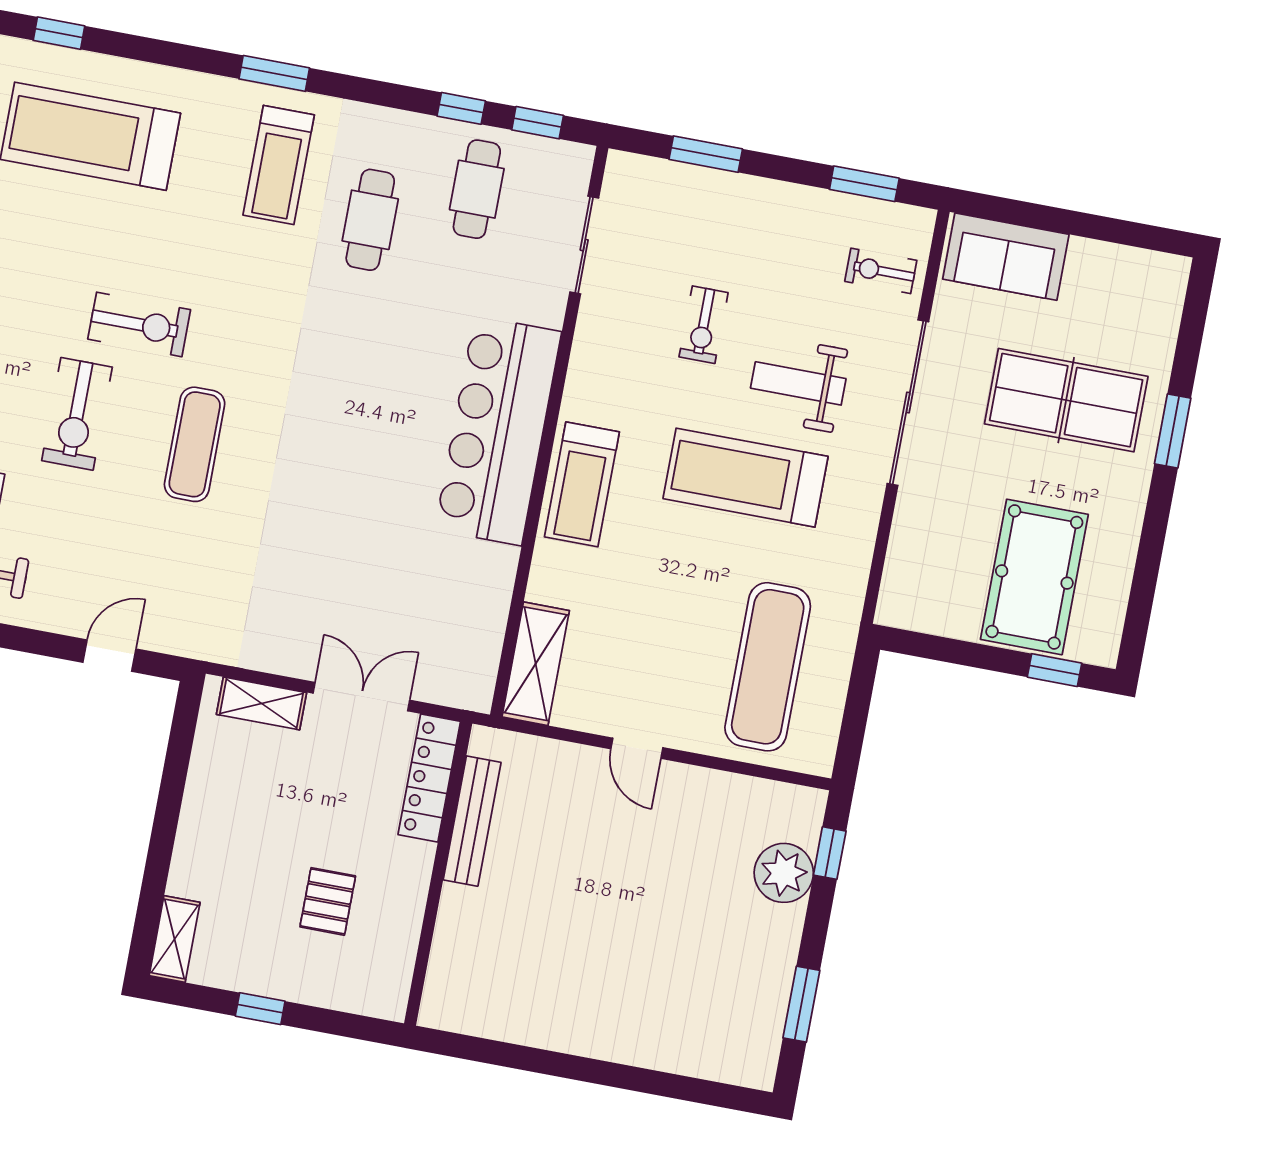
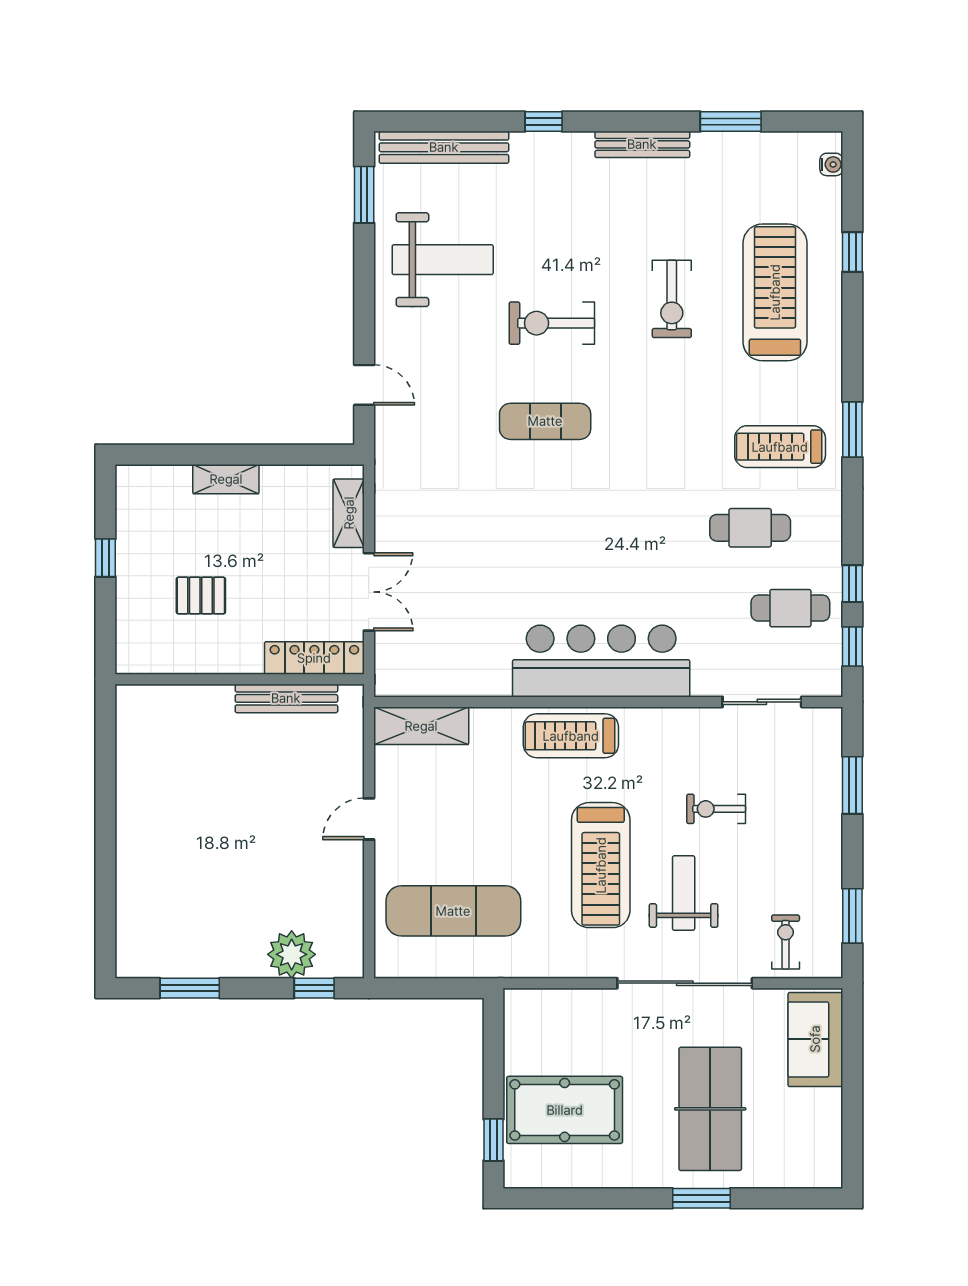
exercise bike: (139, 324) -> (672, 299), moved
treadmill: (746, 478) -> (601, 865), turned 180
shelving: (175, 939) -> (226, 479), moved

